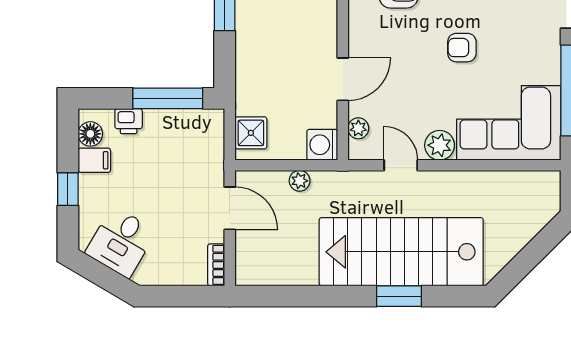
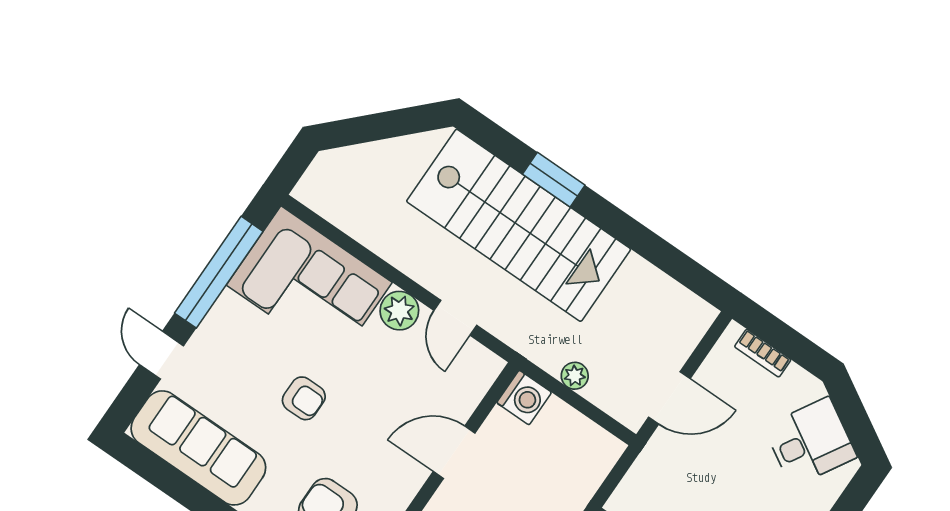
plant: (358, 128) -> (474, 388), removed
shower: (251, 133) -> (591, 463), removed
door: (230, 208) -> (669, 398), swing flipped
bookcase: (216, 265) -> (763, 353), moved, turned 90

